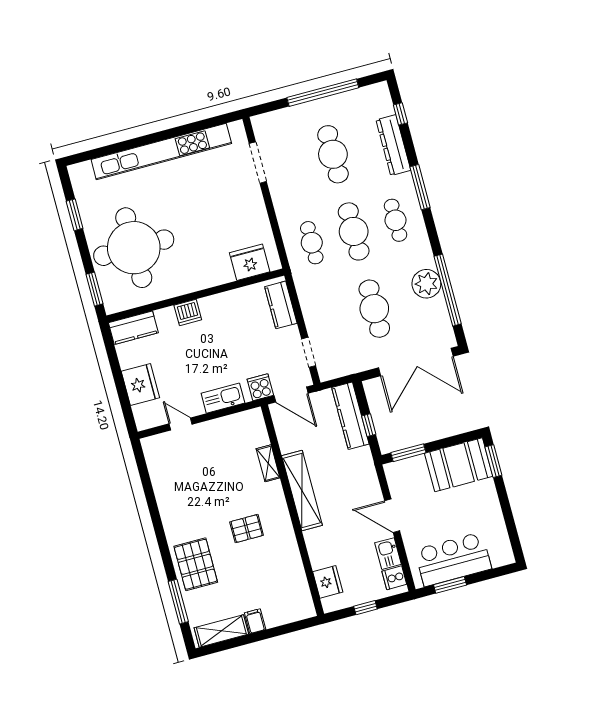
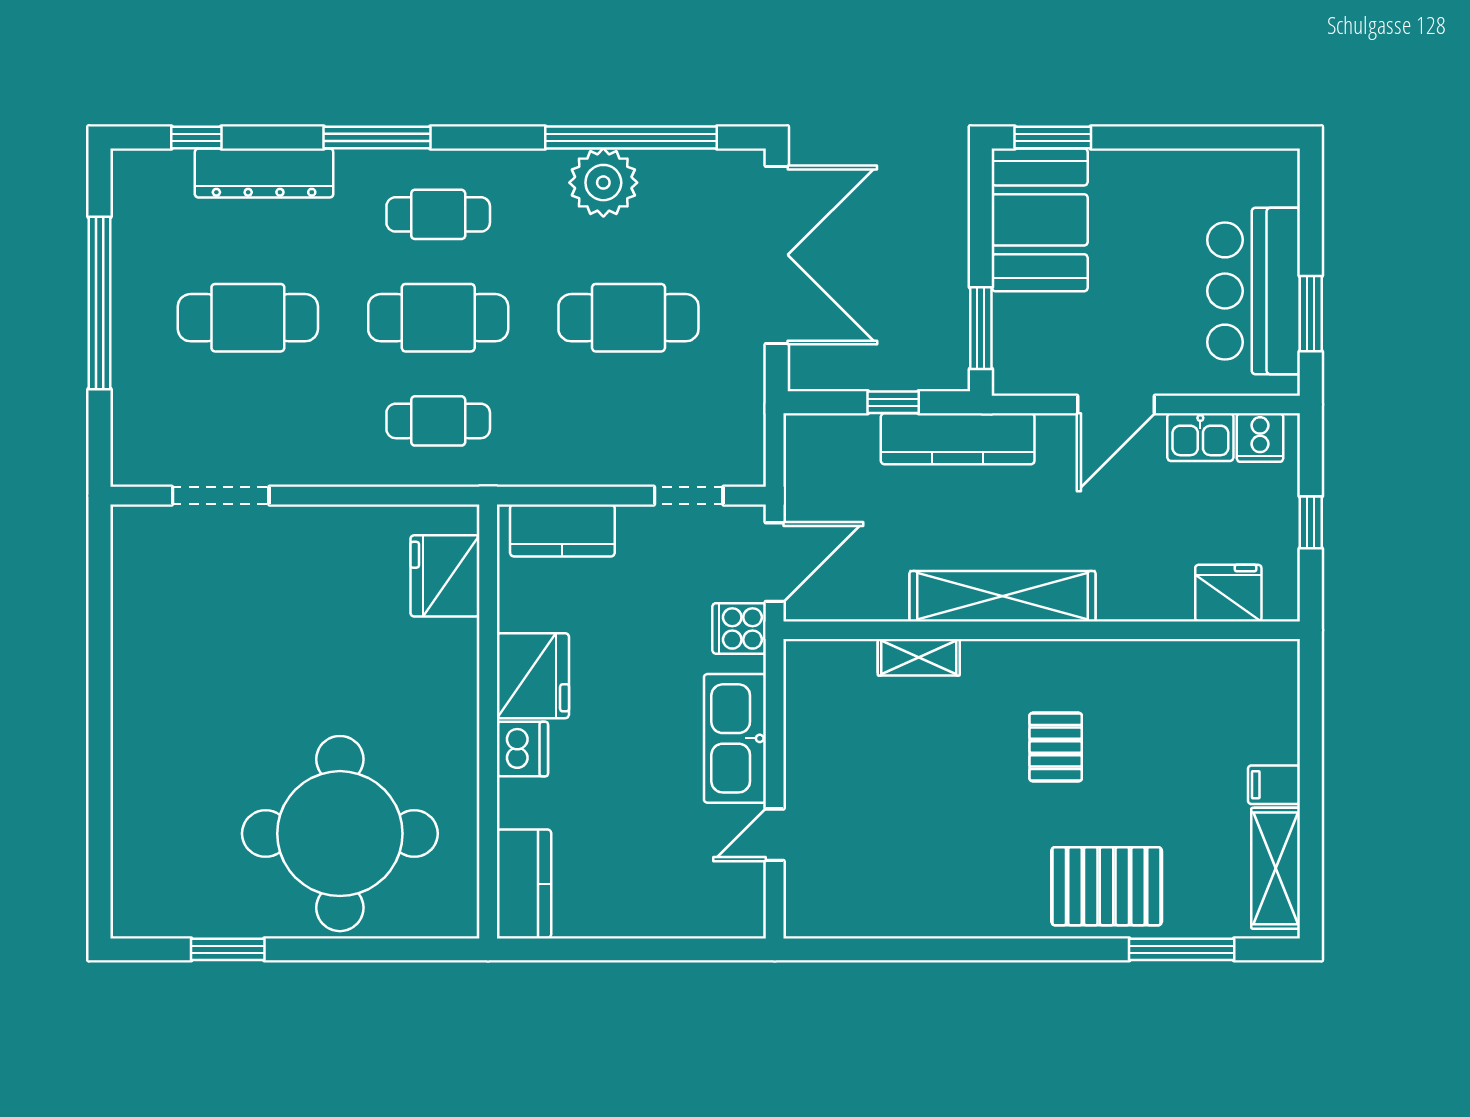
kitchen unit: (161, 152) -> (136, 711), removed
window: (95, 289) -> (411, 949), removed
fridge: (140, 385) -> (533, 676), moved, turned 90
kitchen sink: (223, 398) -> (735, 738), width x1.36, depth x1.24
kitchen counter: (350, 416) -> (958, 439), moved

